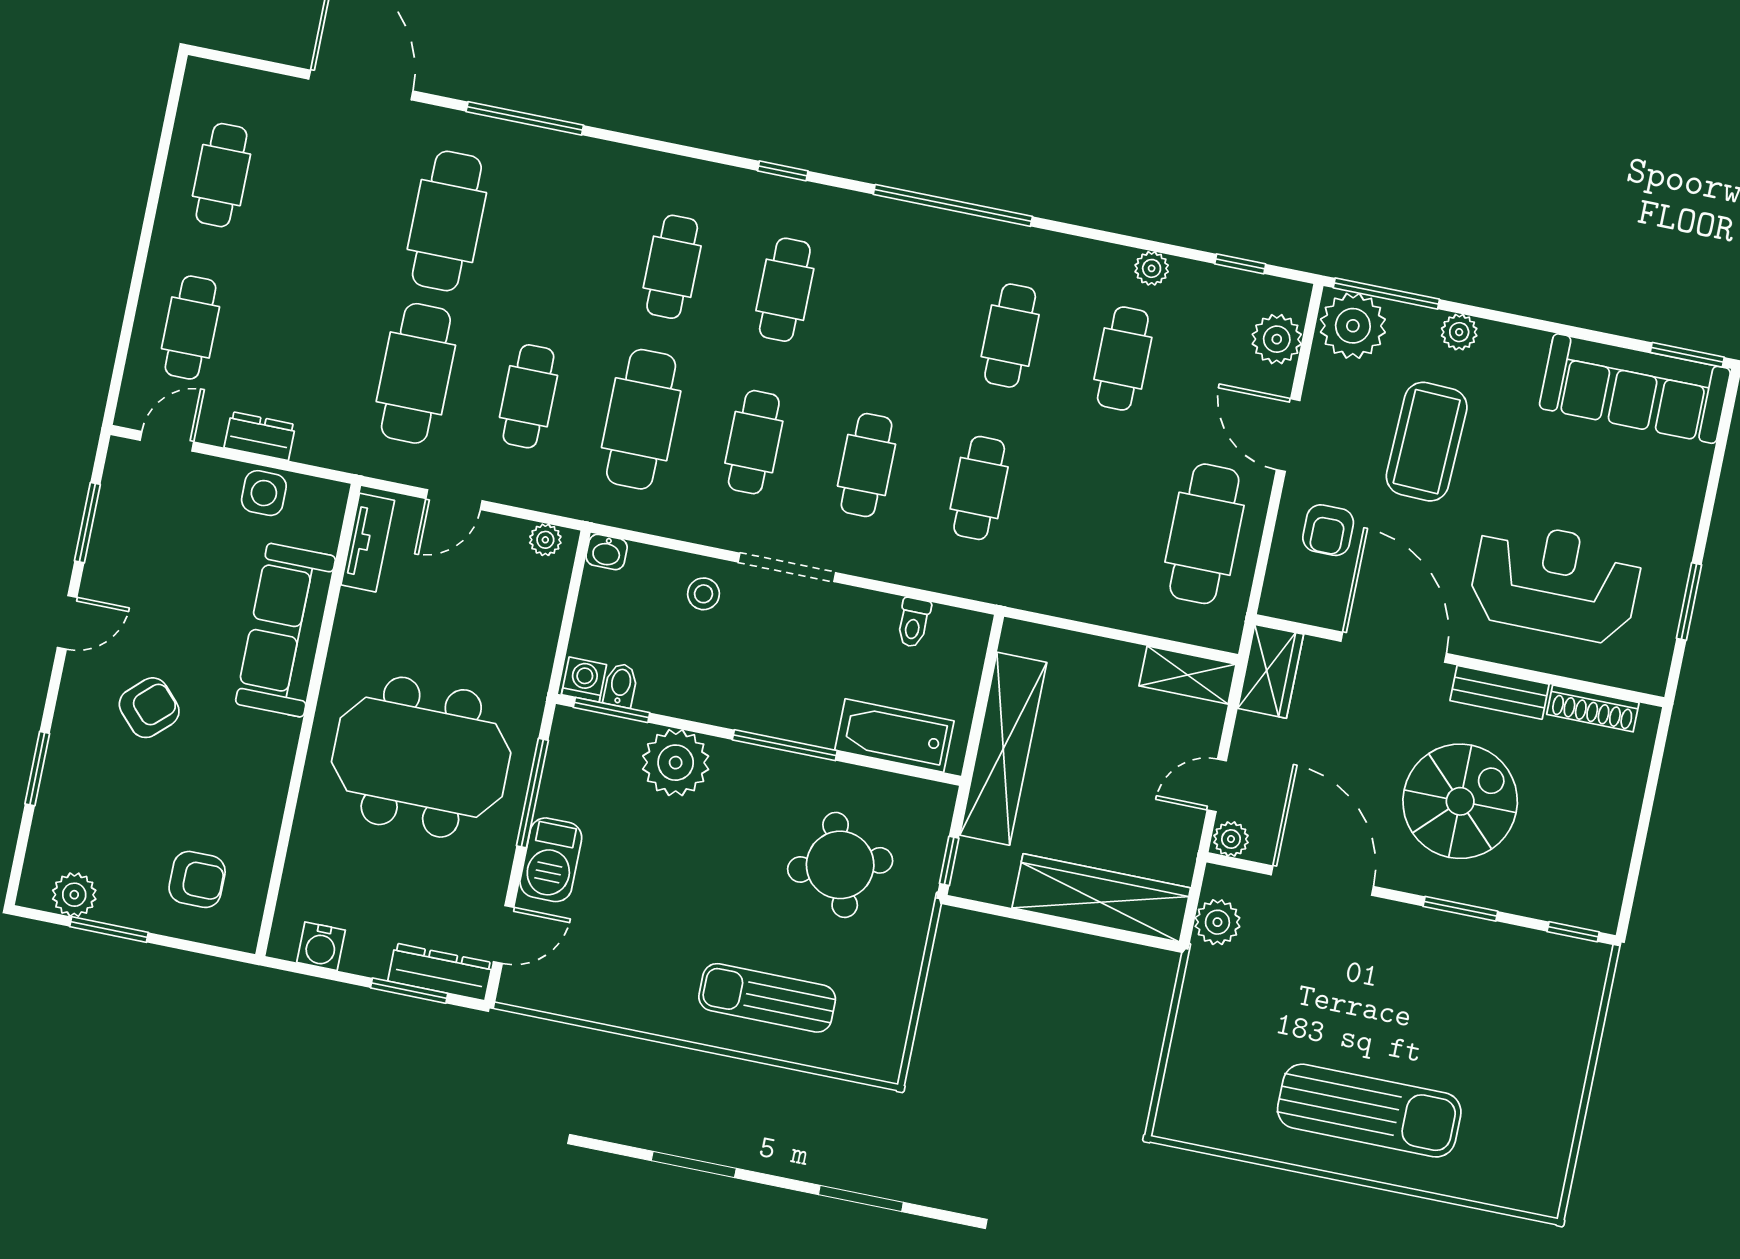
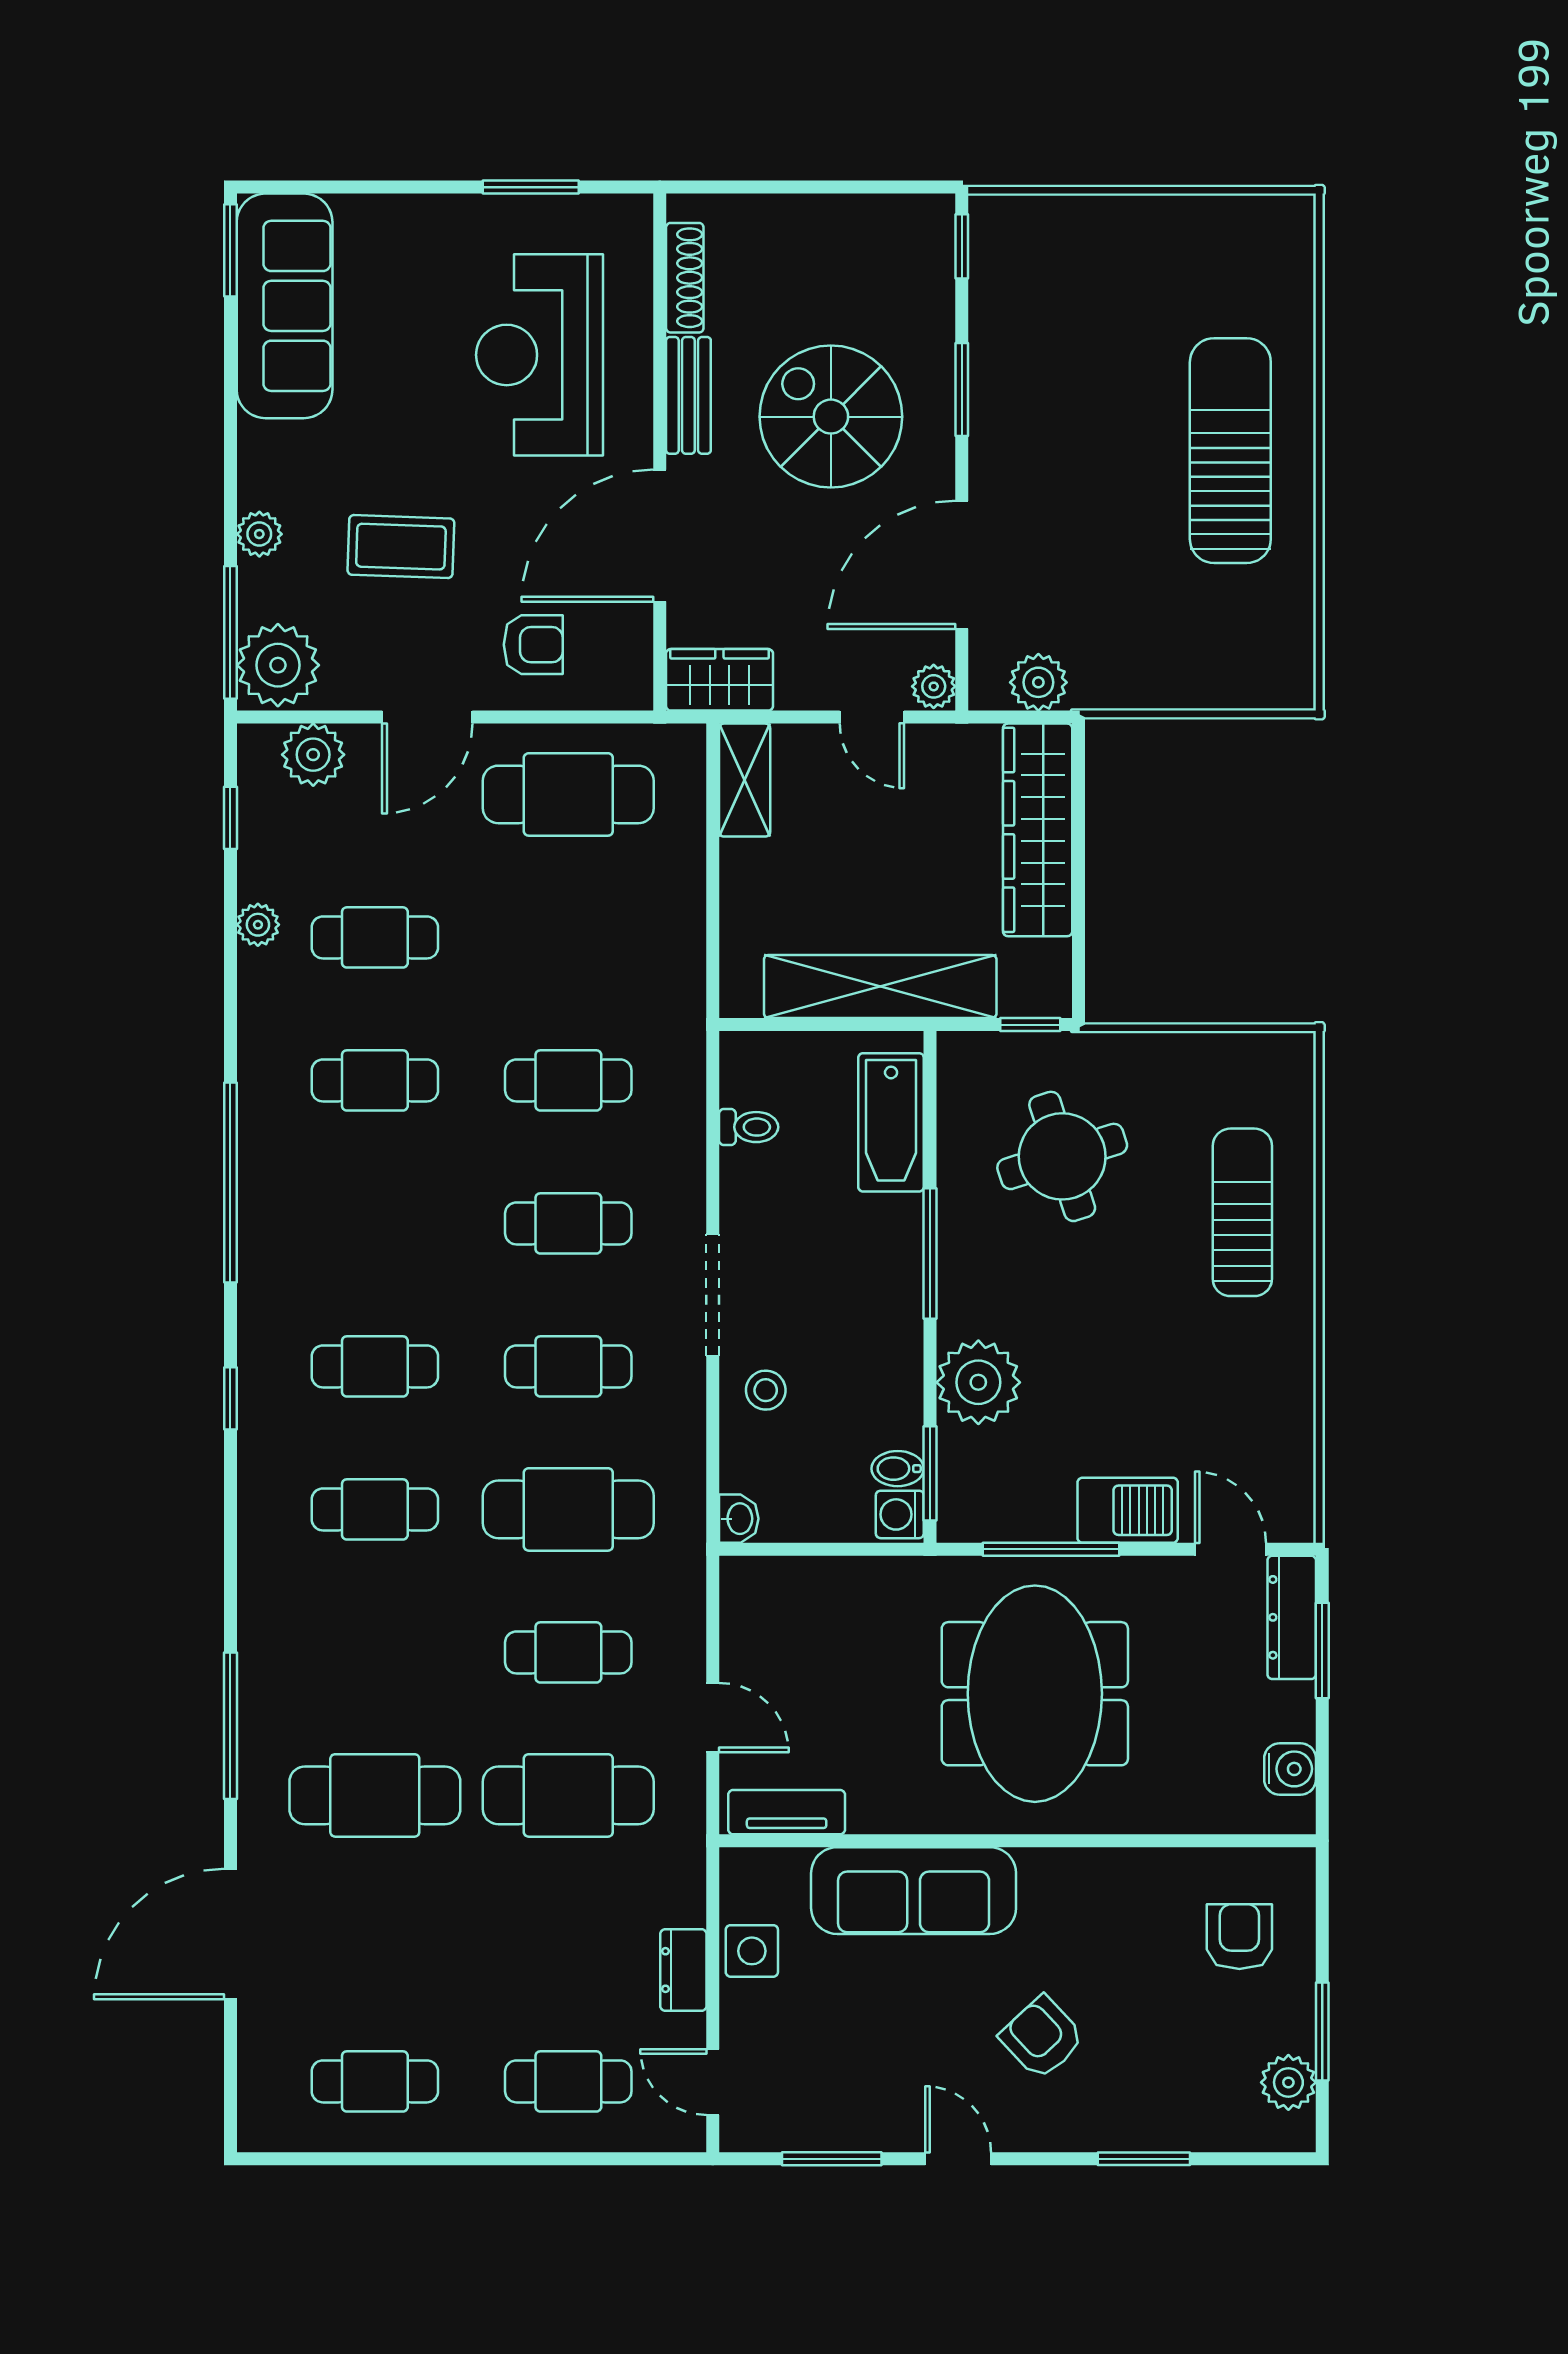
coffee table: (1427, 442) -> (401, 547), width x0.73, depth x0.76
plant: (545, 540) -> (739, 1596), removed
sun lounger: (767, 998) -> (1242, 1212), turned 180

